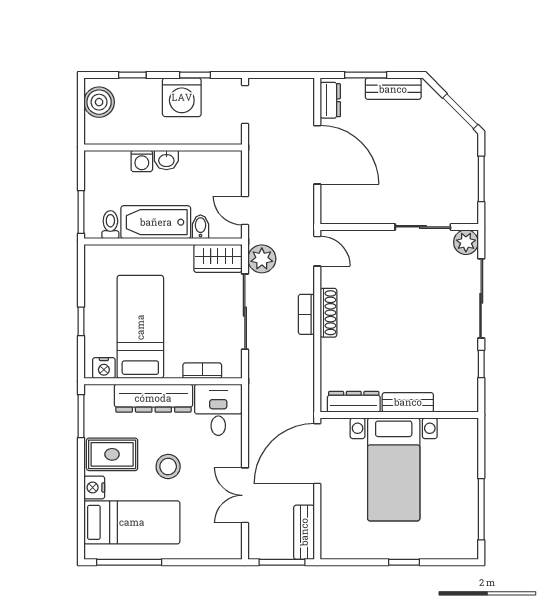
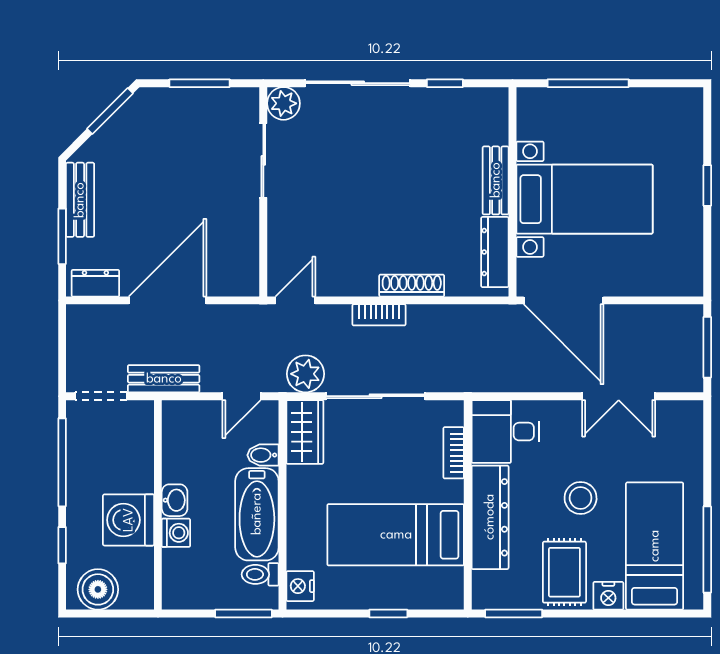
window: (195, 75) -> (62, 462), width x2.17
washing machine: (182, 97) -> (129, 520), moved, turned 180
shoe rack: (328, 313) -> (412, 286), moved
nightstand: (104, 368) -> (300, 586), moved, turned 180
window: (481, 509) -> (588, 83), moved
bench: (304, 532) -> (164, 379), moved

